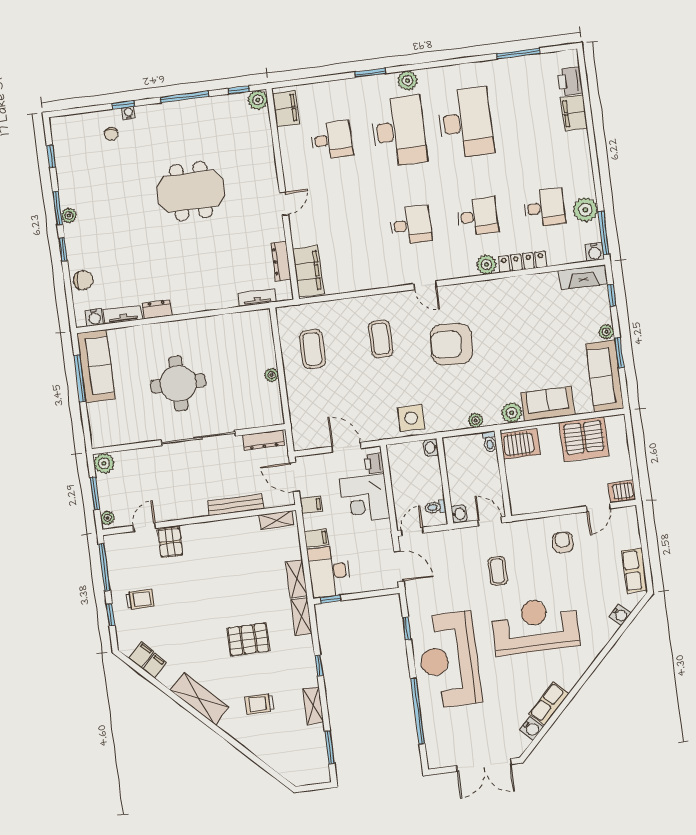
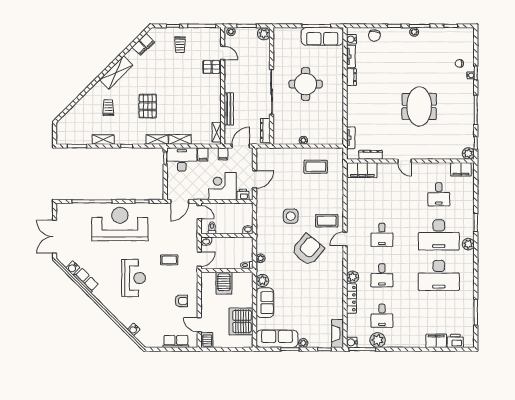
coffee table: (381, 339) -> (327, 221), moved
armchair: (451, 344) -> (308, 250), turned 37
side table: (411, 418) -> (291, 216), moved
server rack: (520, 444) -> (224, 283), moved
row of seats: (635, 570) -> (176, 341), moved
reception desk: (535, 626) -> (134, 278), width x0.74, depth x0.77

